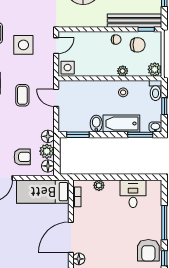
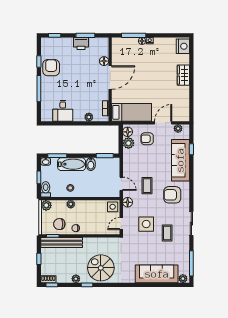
floor lamp: (48, 136) -> (128, 202), moved

